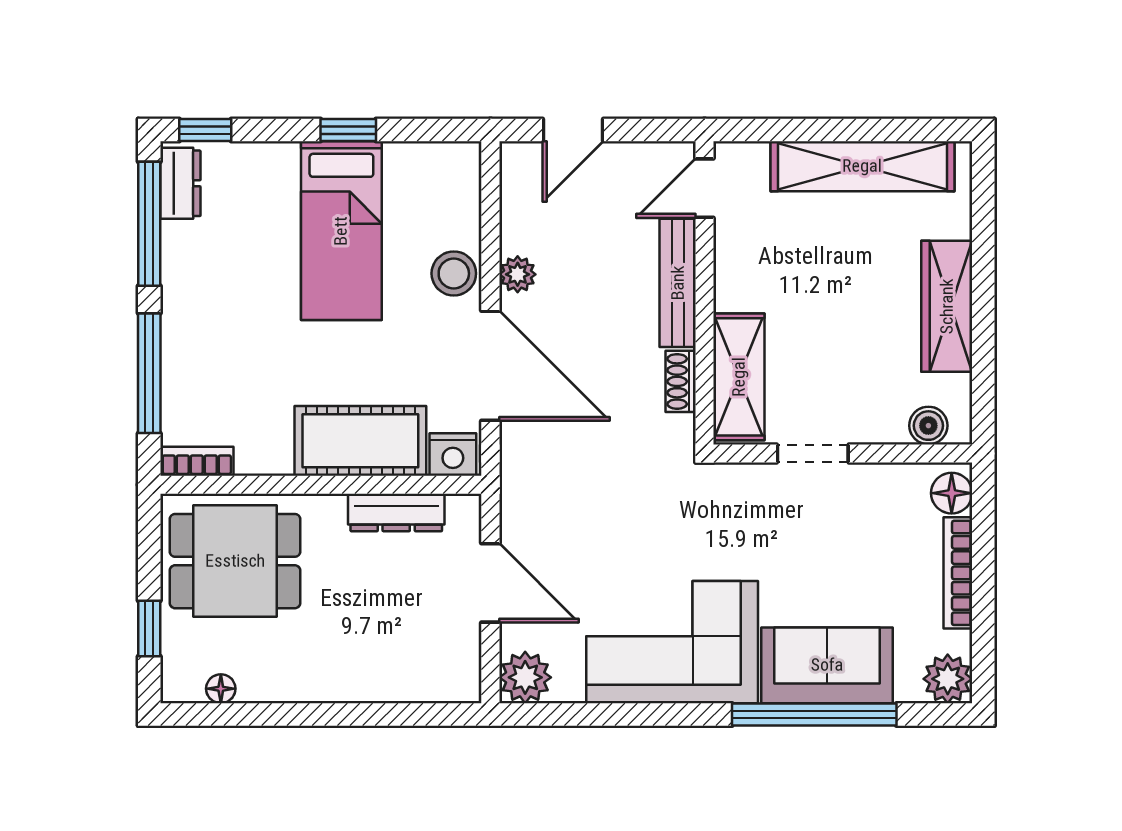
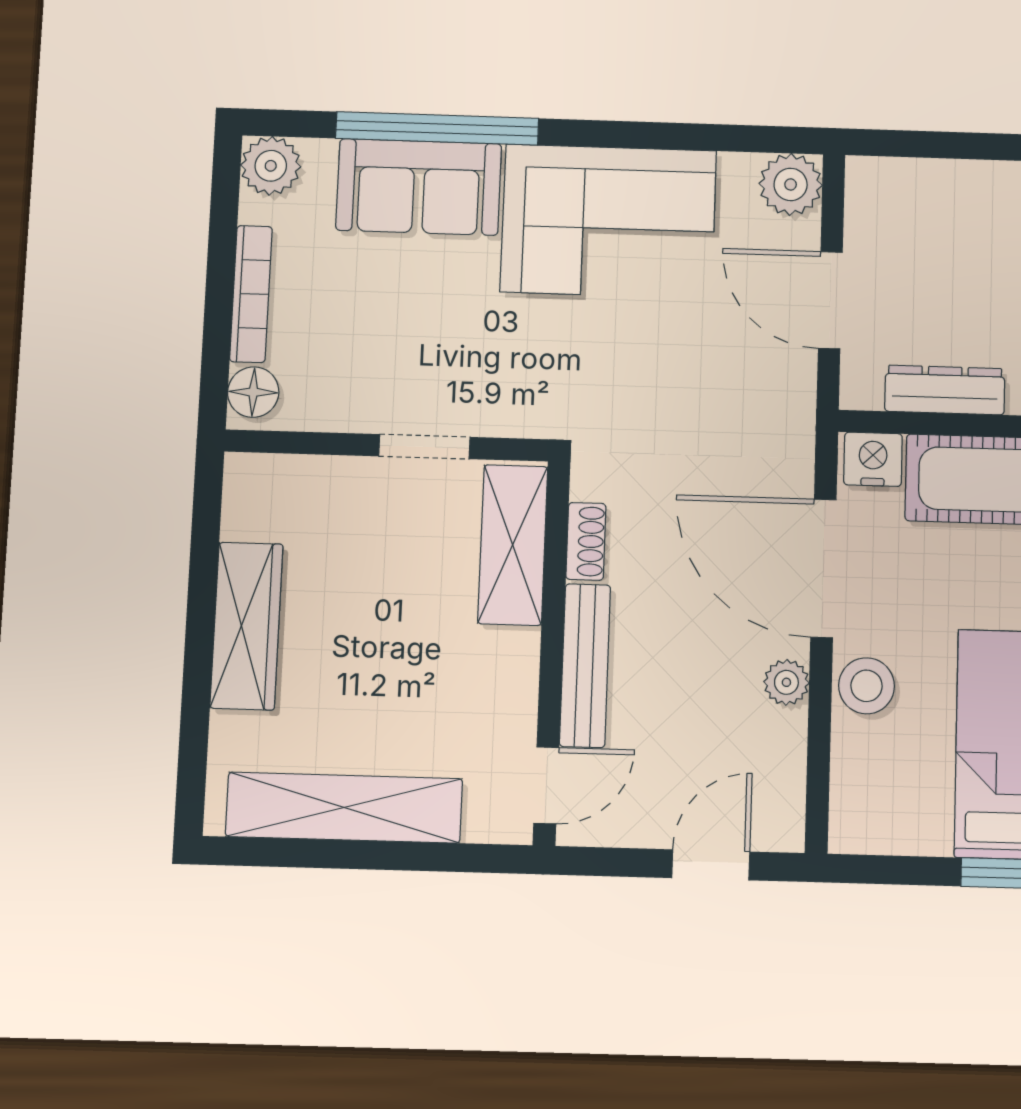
boiler: (928, 426) -> (278, 477), removed

